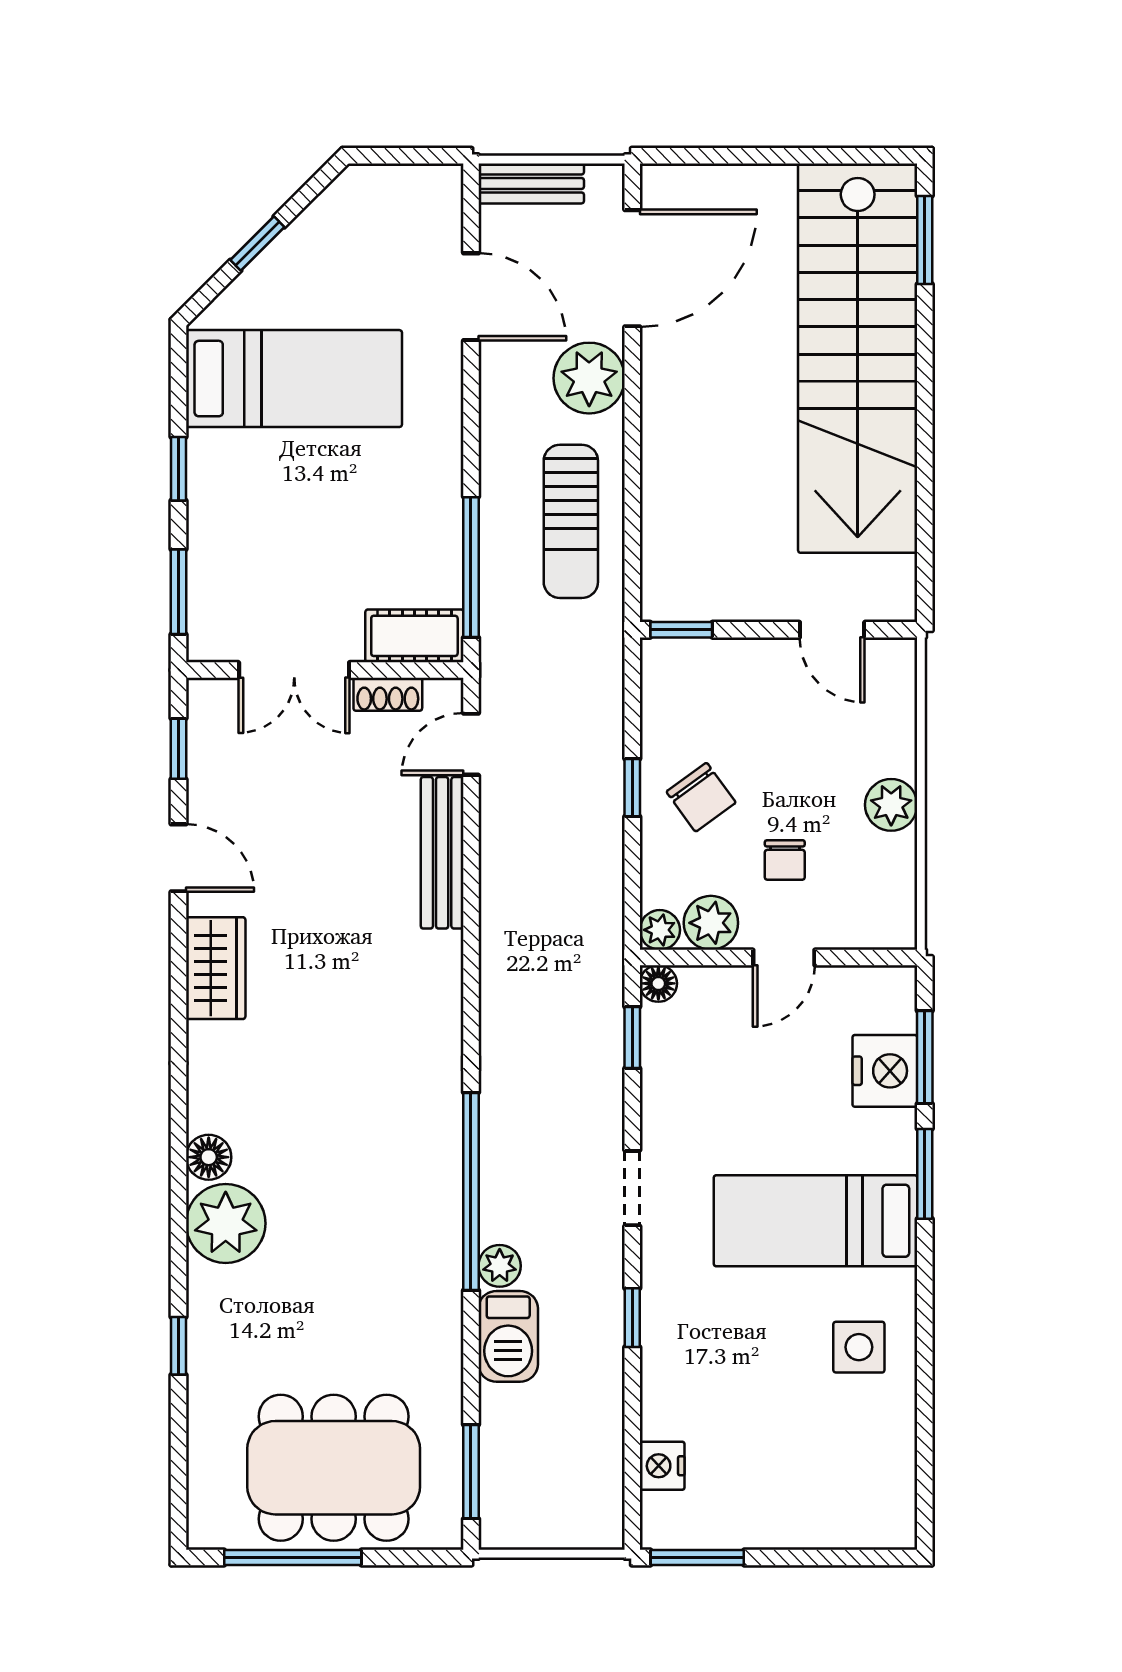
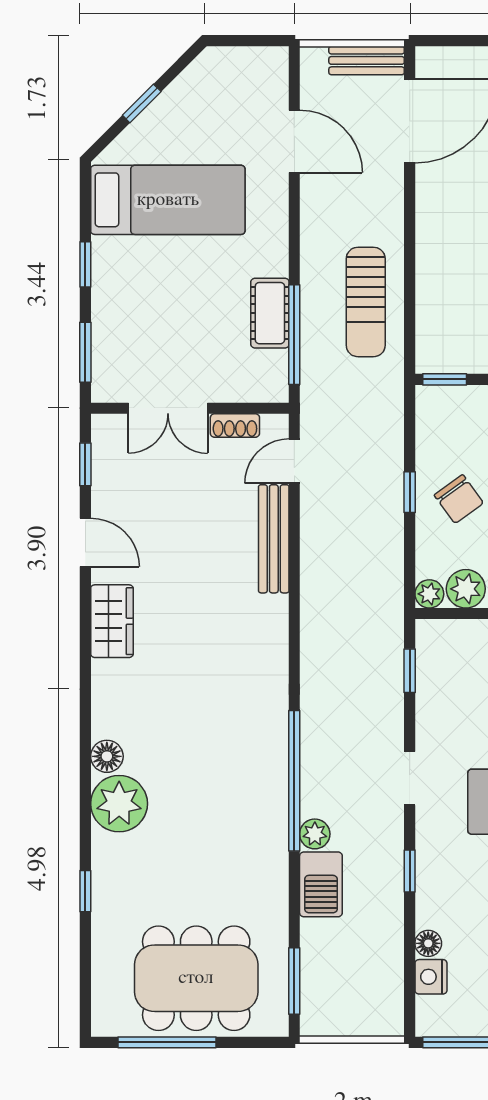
bench: (531, 183) -> (367, 60), moved
plant: (589, 378) -> (379, 200), removed
cot: (414, 636) -> (270, 313), moved, turned 90
floor lamp: (658, 983) -> (428, 943), moved

